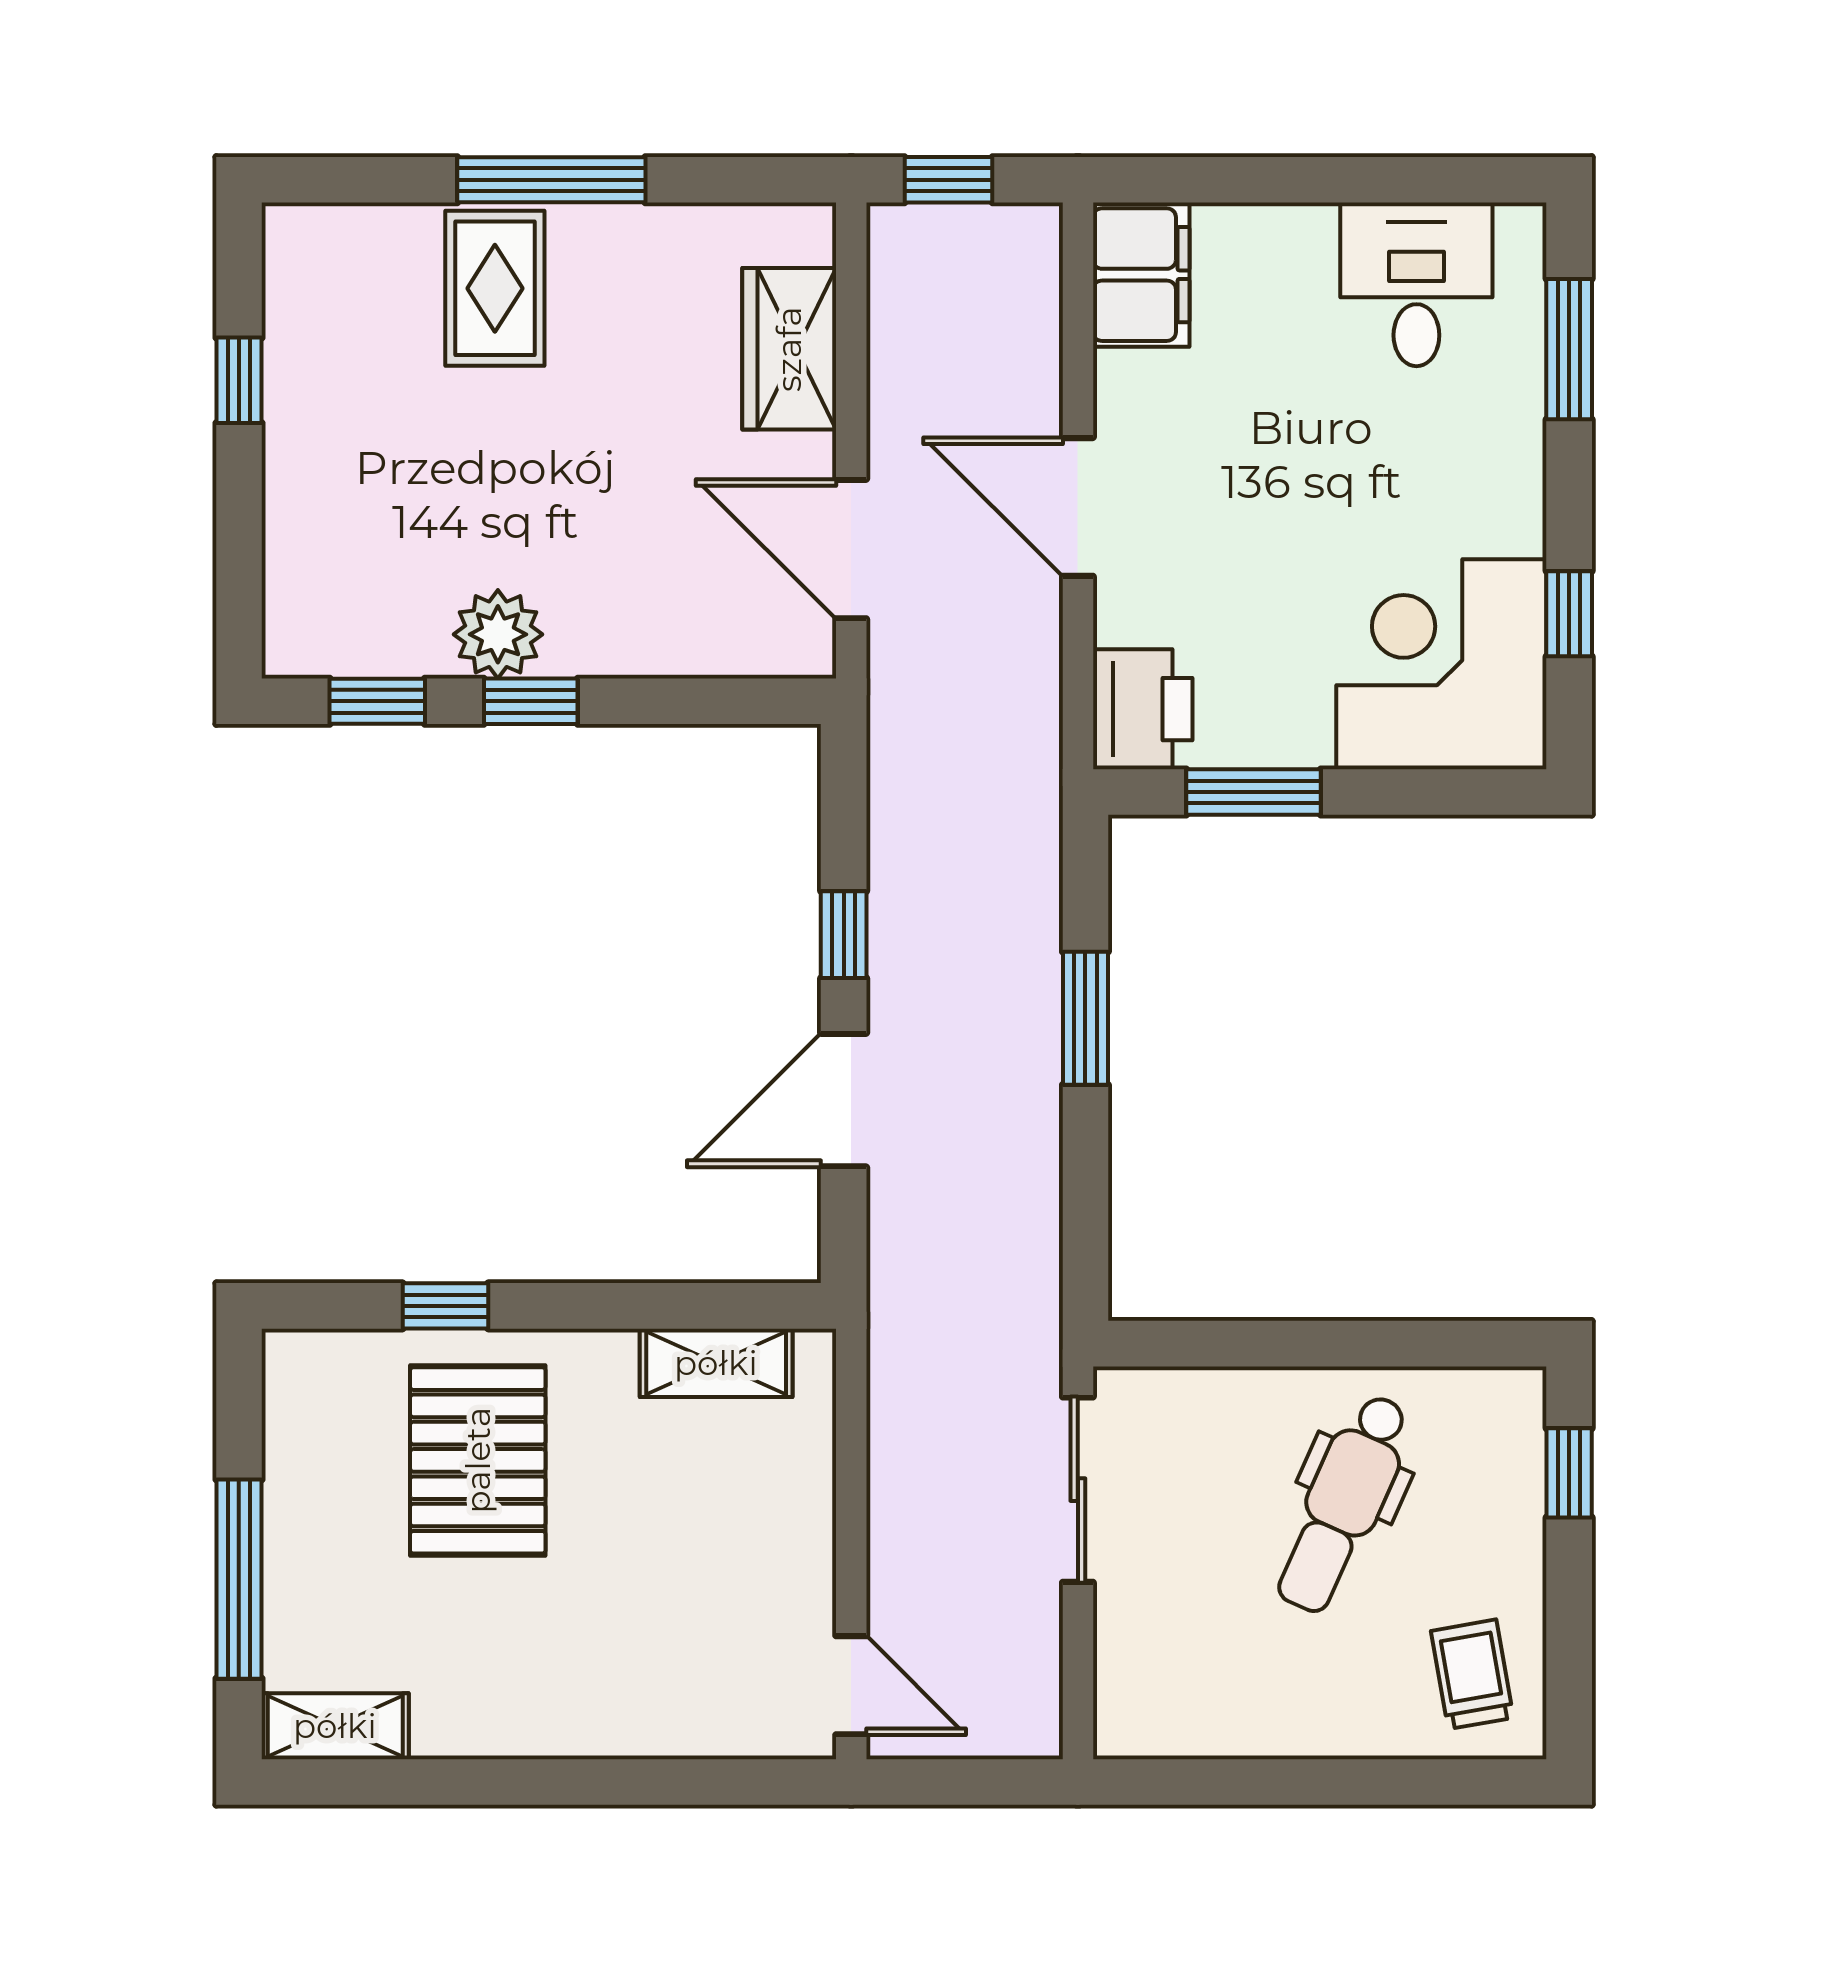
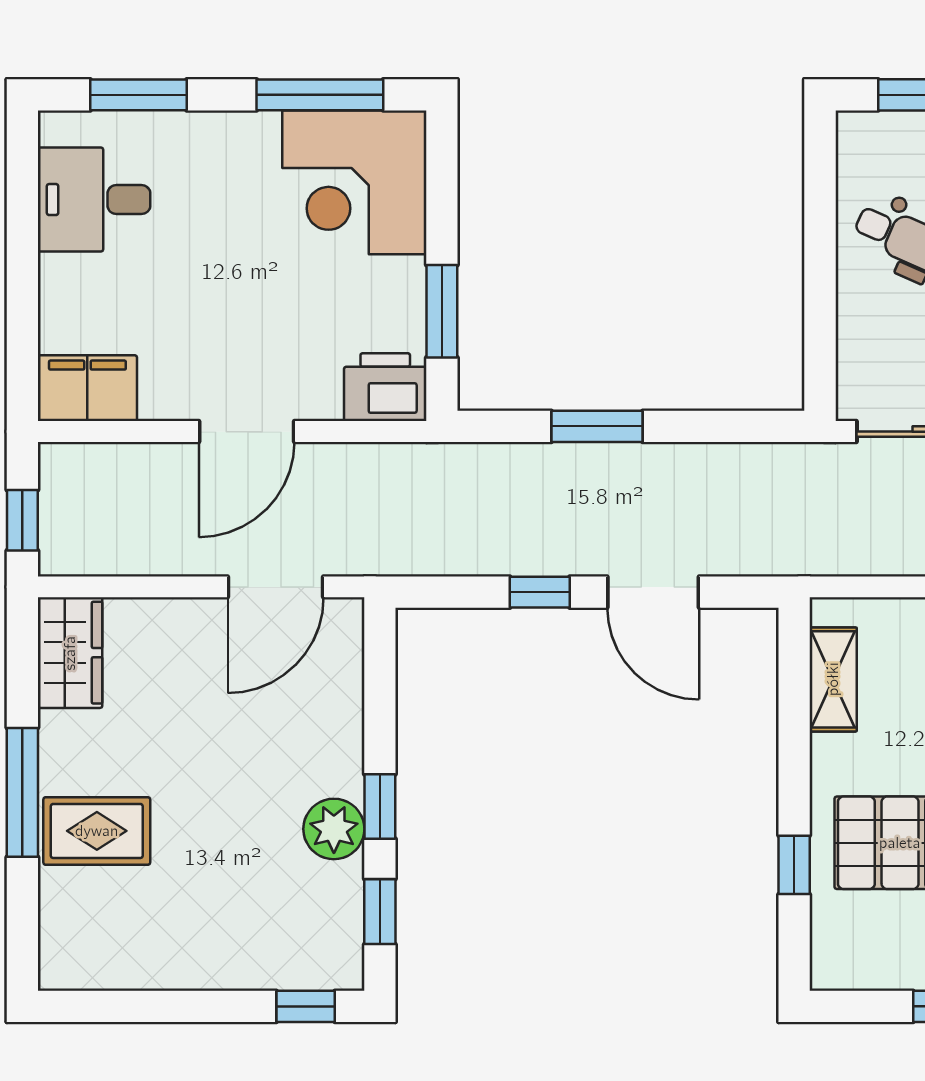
wardrobe: (789, 349) -> (70, 653), moved, turned -90
window: (239, 380) -> (306, 1006), moved
window: (1569, 614) -> (320, 95), width x2.17

